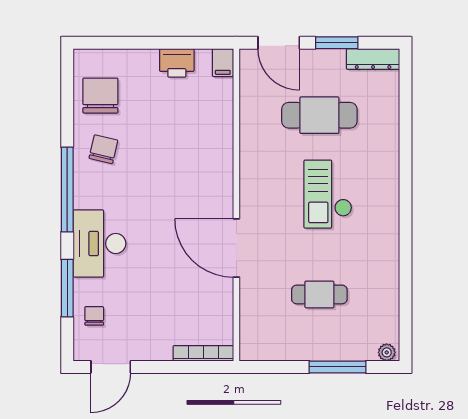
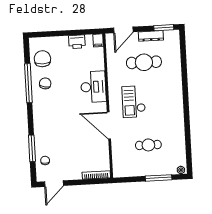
door: (279, 43) -> (123, 30), hinge flipped
window: (337, 43) -> (164, 28), moved
dresser: (373, 59) -> (151, 36), moved
window: (67, 189) -> (28, 83), moved
checkout: (328, 194) -> (134, 102), moved
desk: (99, 244) -> (93, 87), moved, turned 180

